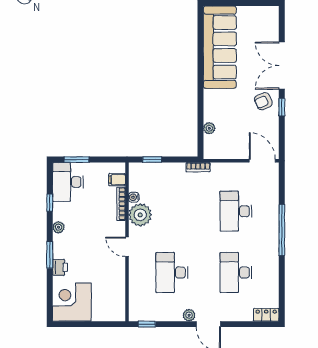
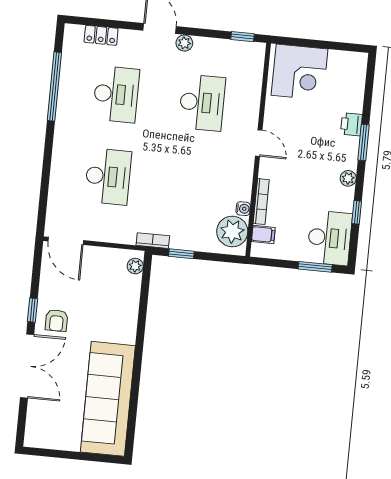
armchair: (263, 101) -> (57, 321), turned 114
plant: (209, 128) -> (135, 266), moved
window: (152, 160) -> (181, 254), moved
plant: (140, 215) -> (232, 231), moved
window: (282, 230) -> (54, 87), moved
corner desk: (72, 302) -> (300, 72), moved
locker: (266, 315) -> (101, 35), moved

